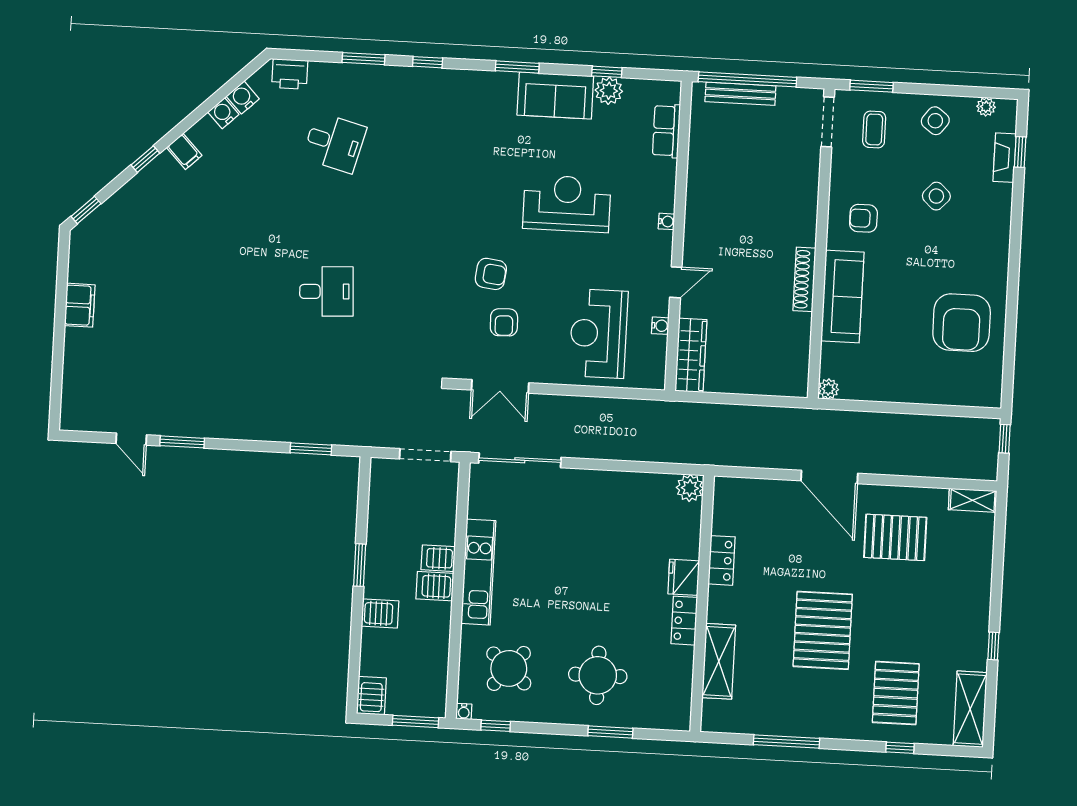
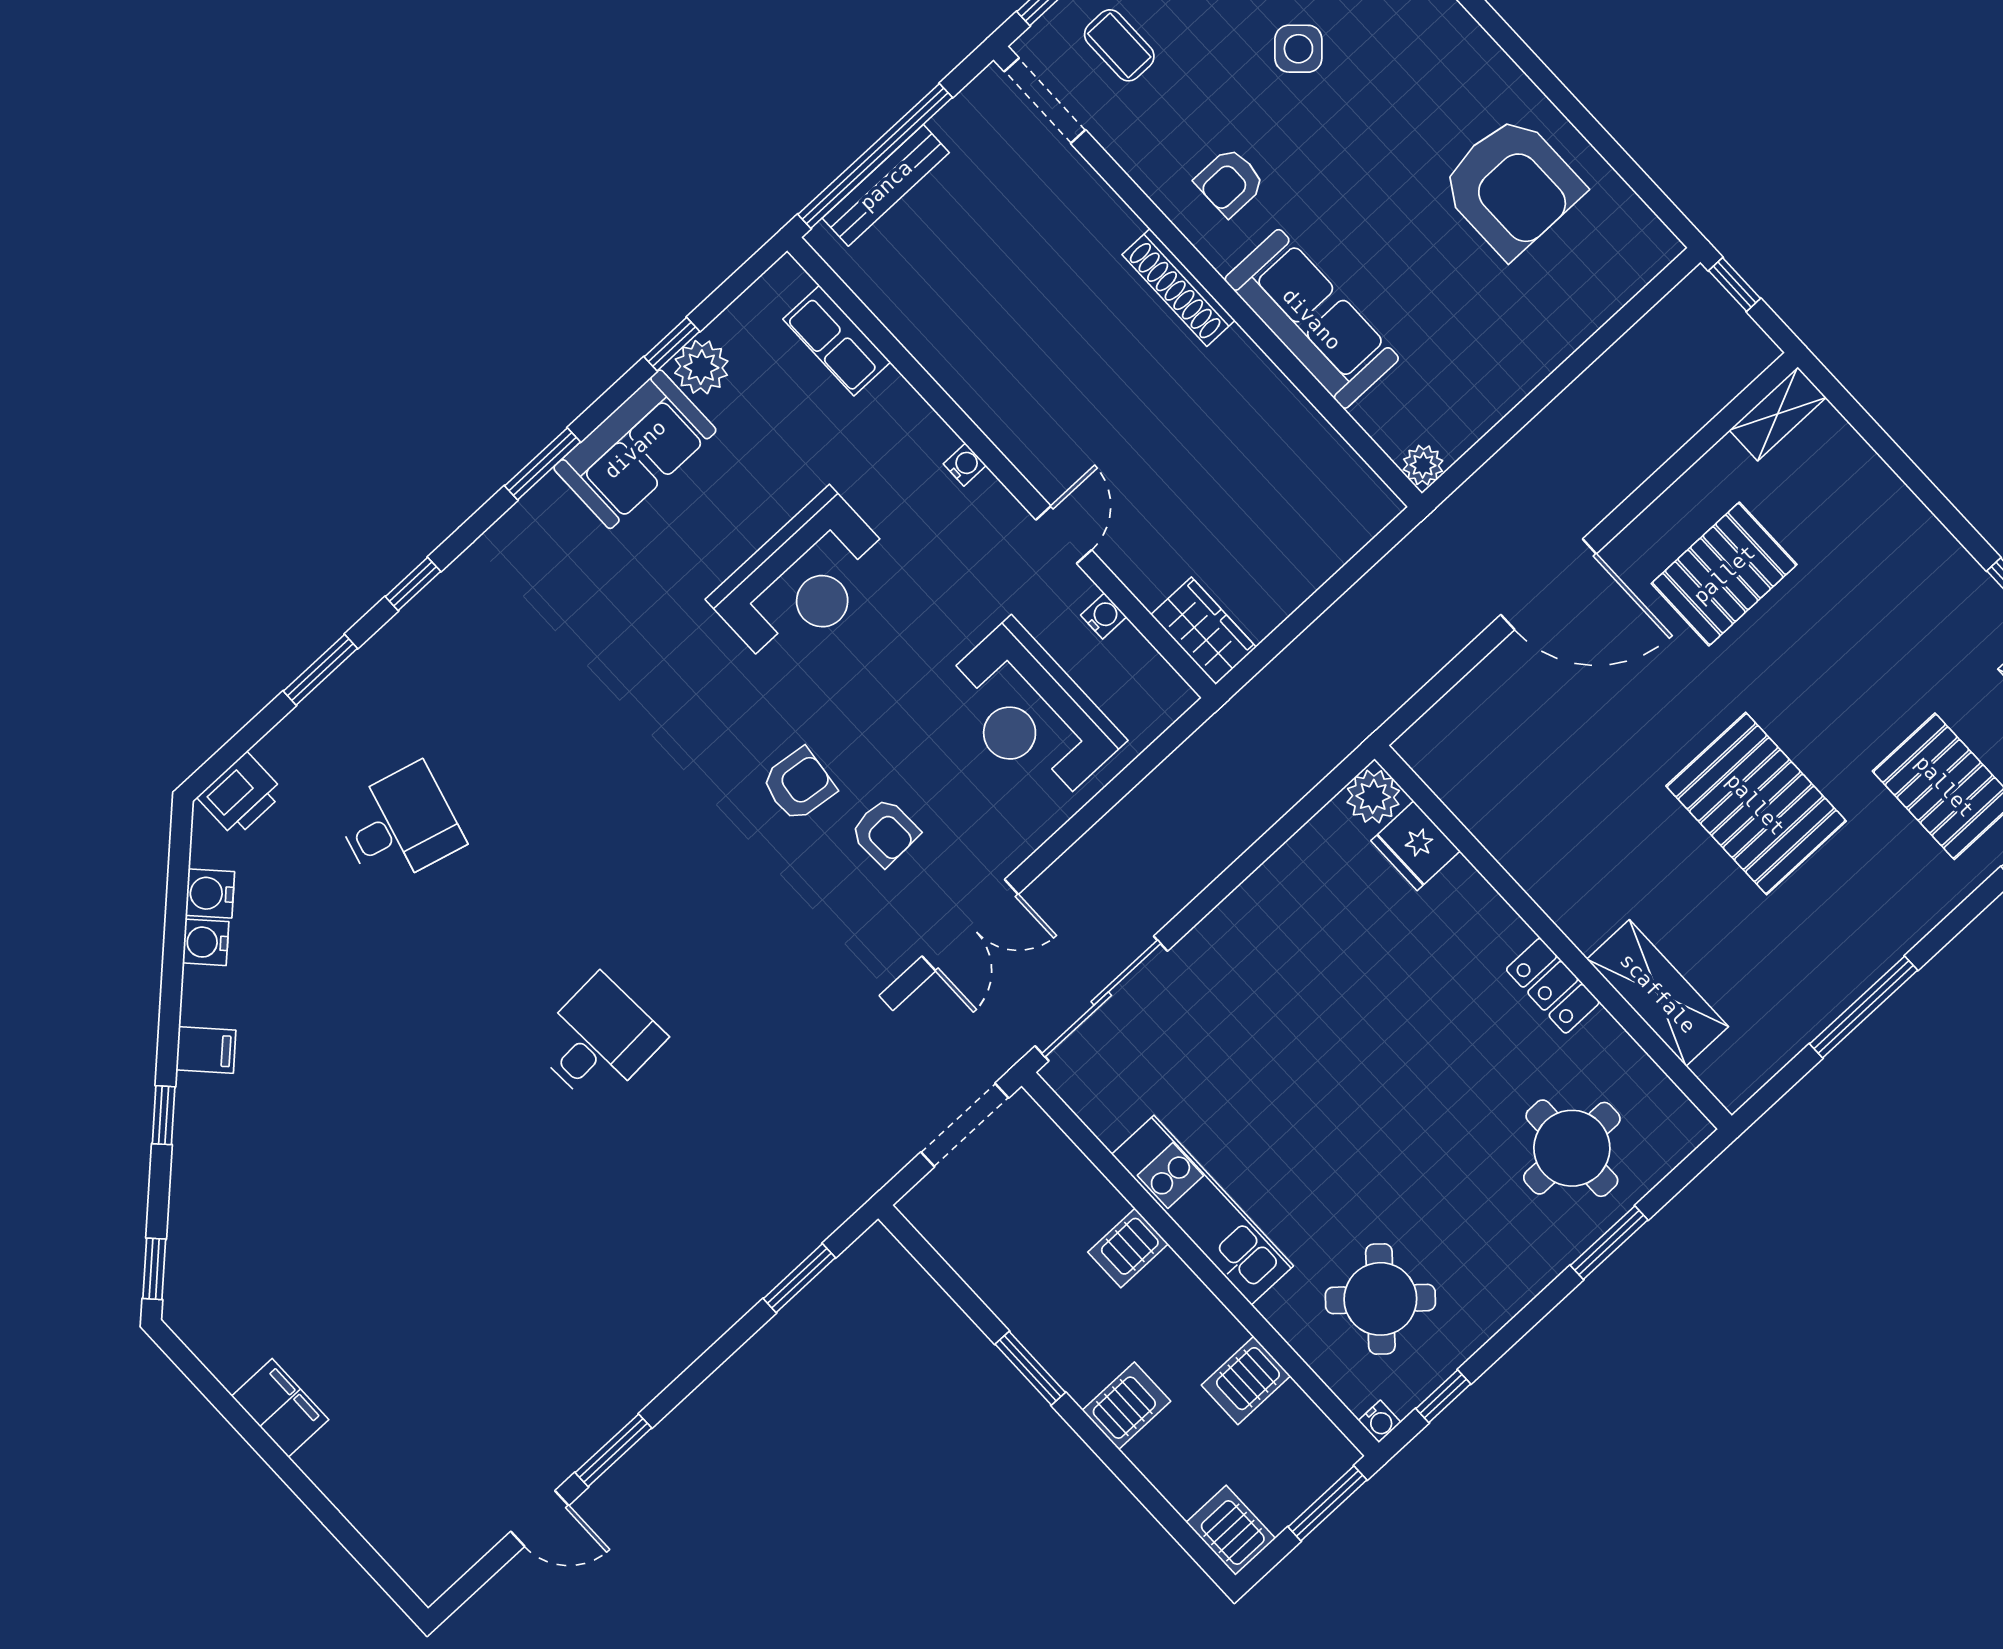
reception desk: (567, 204) -> (803, 581), turned 180
shoe rack: (804, 279) -> (1179, 287), moved
wardrobe: (691, 355) -> (1203, 631), width x0.67
locker: (722, 560) -> (1519, 851), removed
fridge: (684, 577) -> (1416, 846), moved
server rack: (435, 586) -> (1246, 1380), moved
round table: (598, 675) -> (1572, 1148), moved

